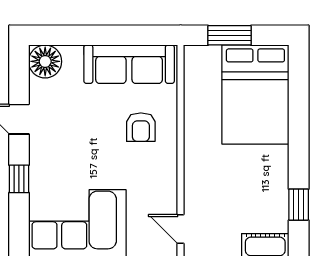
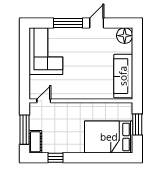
armchair: (141, 127) -> (93, 82), removed
window: (19, 179) -> (68, 23), width x2.17

